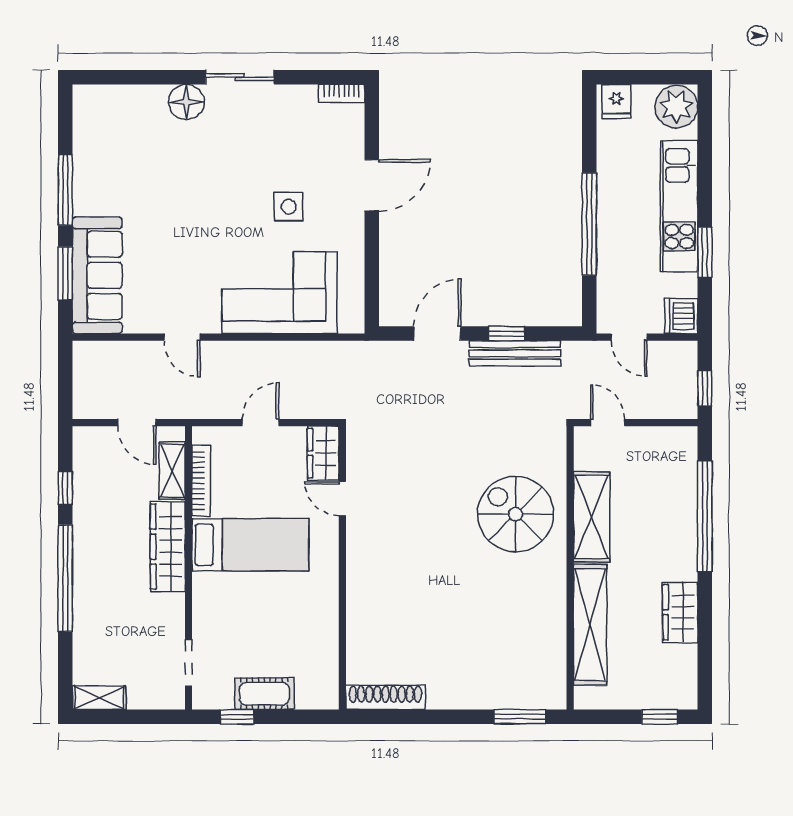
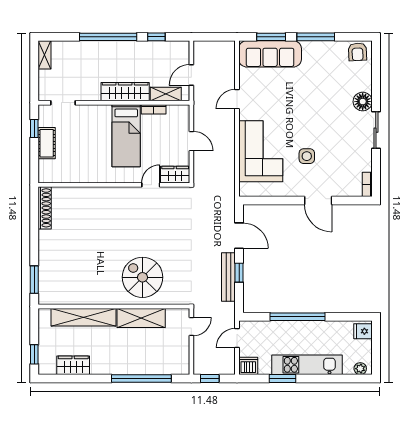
plant: (676, 107) -> (360, 369), width x0.53, depth x0.53
armchair: (93, 112) -> (357, 52), added
bookcase: (201, 481) -> (154, 109), width x0.64
spiral stairs: (515, 514) -> (142, 277), turned -90
wardrobe: (680, 612) -> (73, 365), moved

